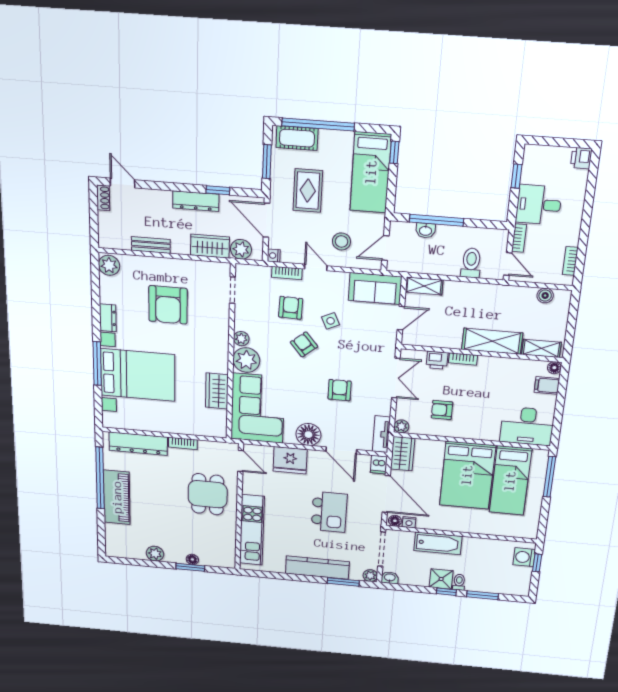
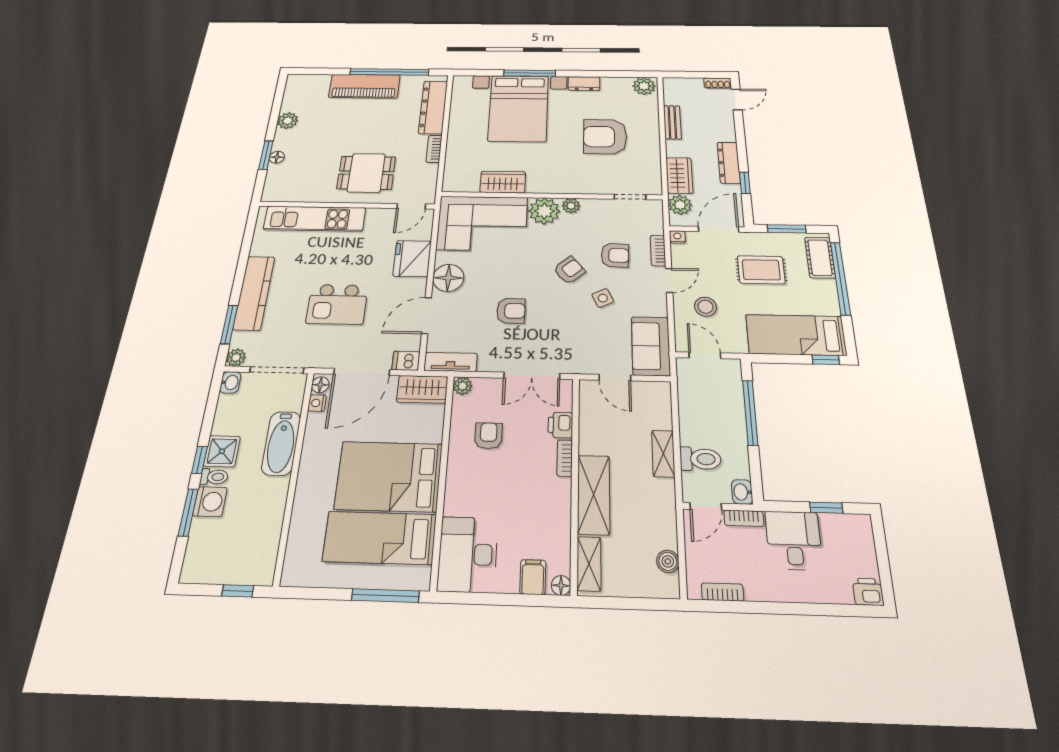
washbasin: (426, 230) -> (742, 492), moved
shelving: (424, 286) -> (663, 454), moved
washing machine: (524, 557) -> (210, 502), moved, turned 90

